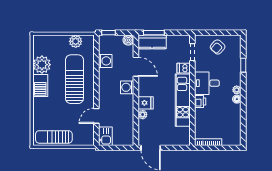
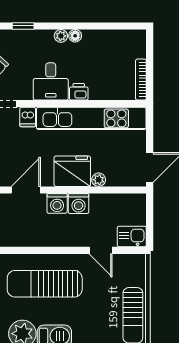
washing machine: (105, 61) -> (79, 204), moved, turned 180
kitchen unit: (183, 100) -> (91, 118), width x1.36
fridge: (146, 103) -> (72, 171), width x1.88, depth x1.34

